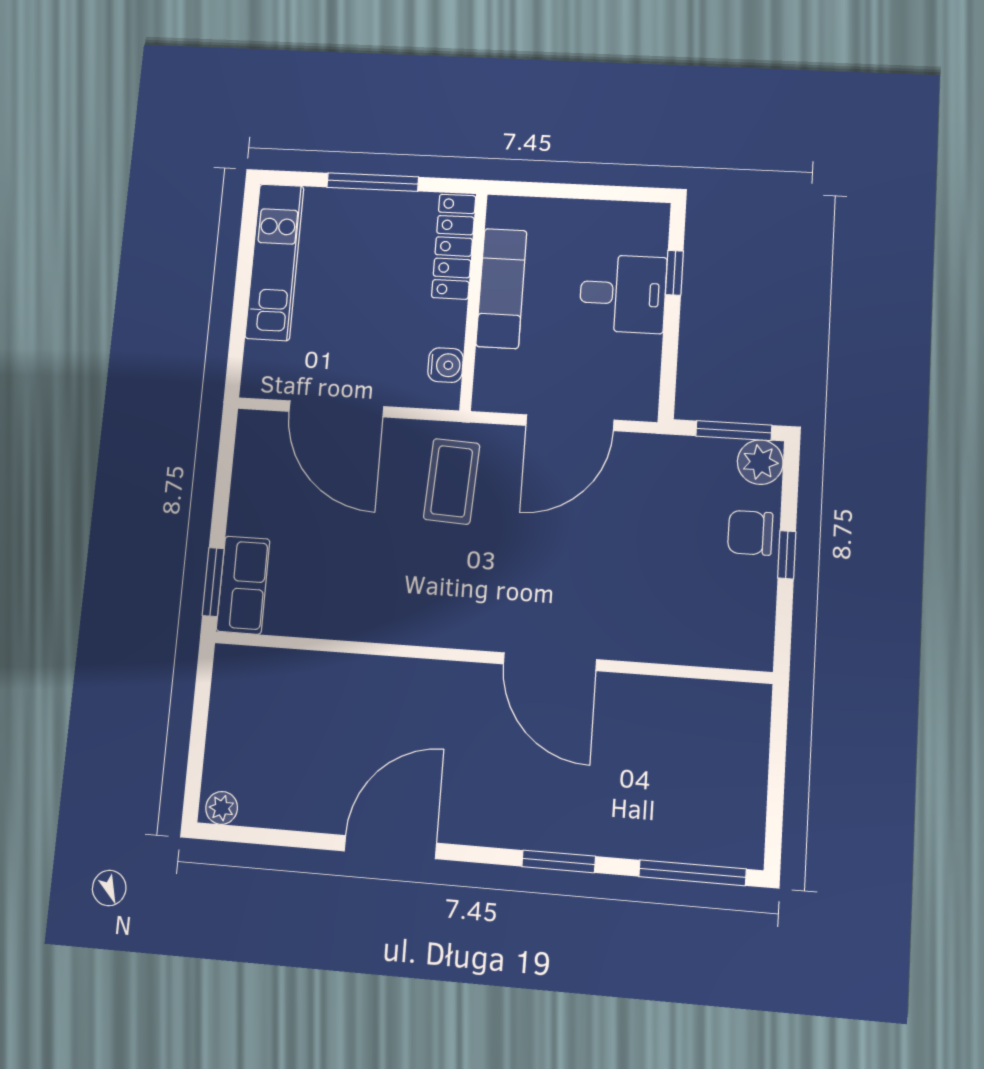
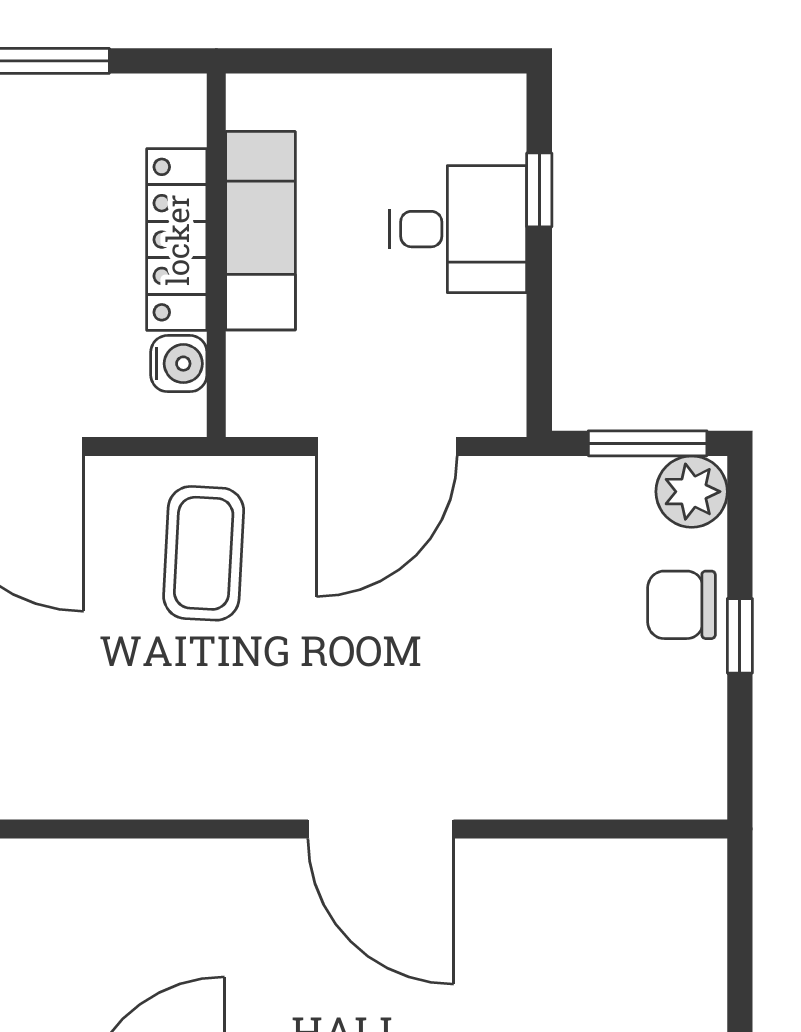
locker: (454, 247) -> (177, 240), moved

